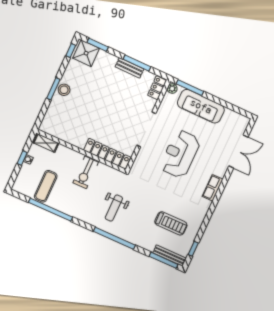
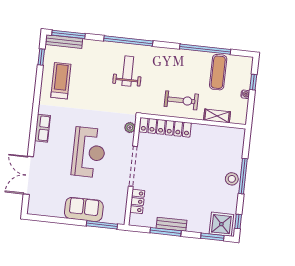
locker: (157, 88) -> (137, 201), moved
window: (53, 89) -> (243, 176), width x1.44
plant: (172, 89) -> (130, 127), moved
sofa: (201, 106) -> (84, 209), width x0.73
shelving: (46, 143) -> (217, 116), moved
window: (22, 158) -> (253, 82), moved
exercise bike: (86, 172) -> (181, 100), turned 90
weight bench: (114, 208) -> (128, 71), moved
treadmill: (171, 223) -> (61, 81), moved, turned 90

